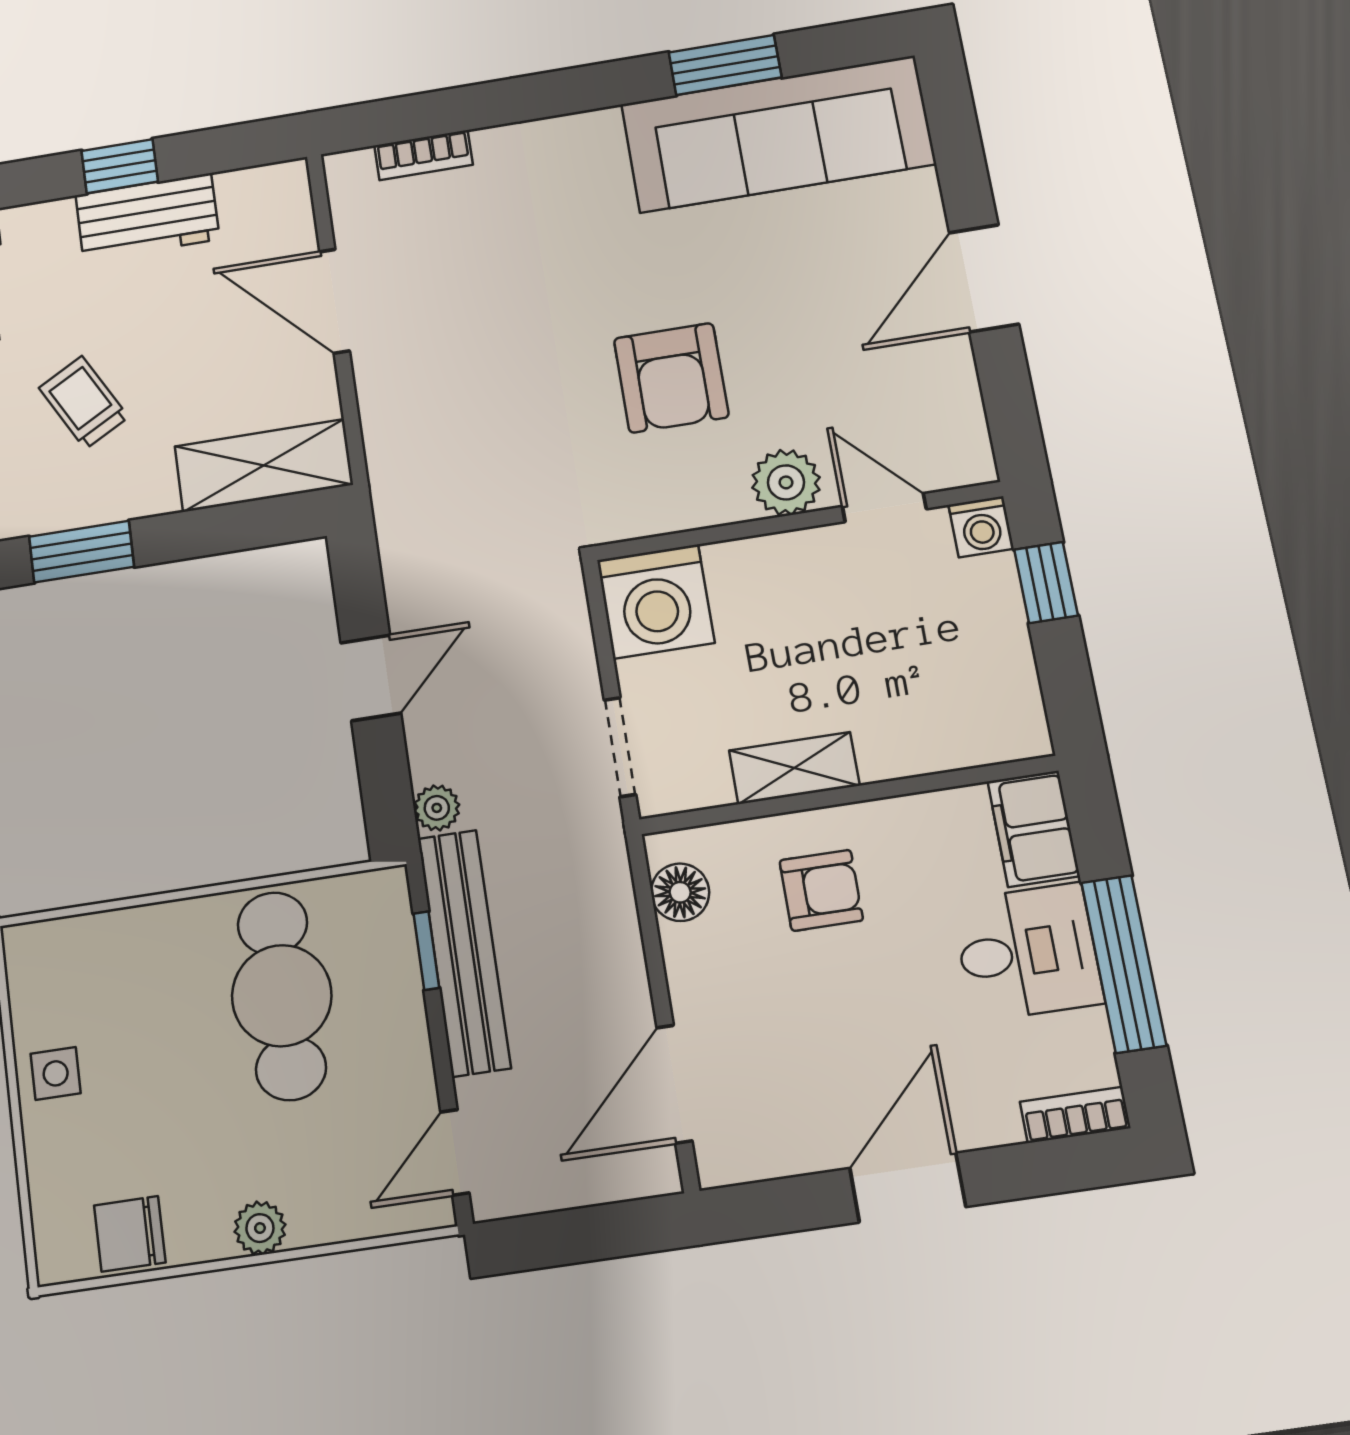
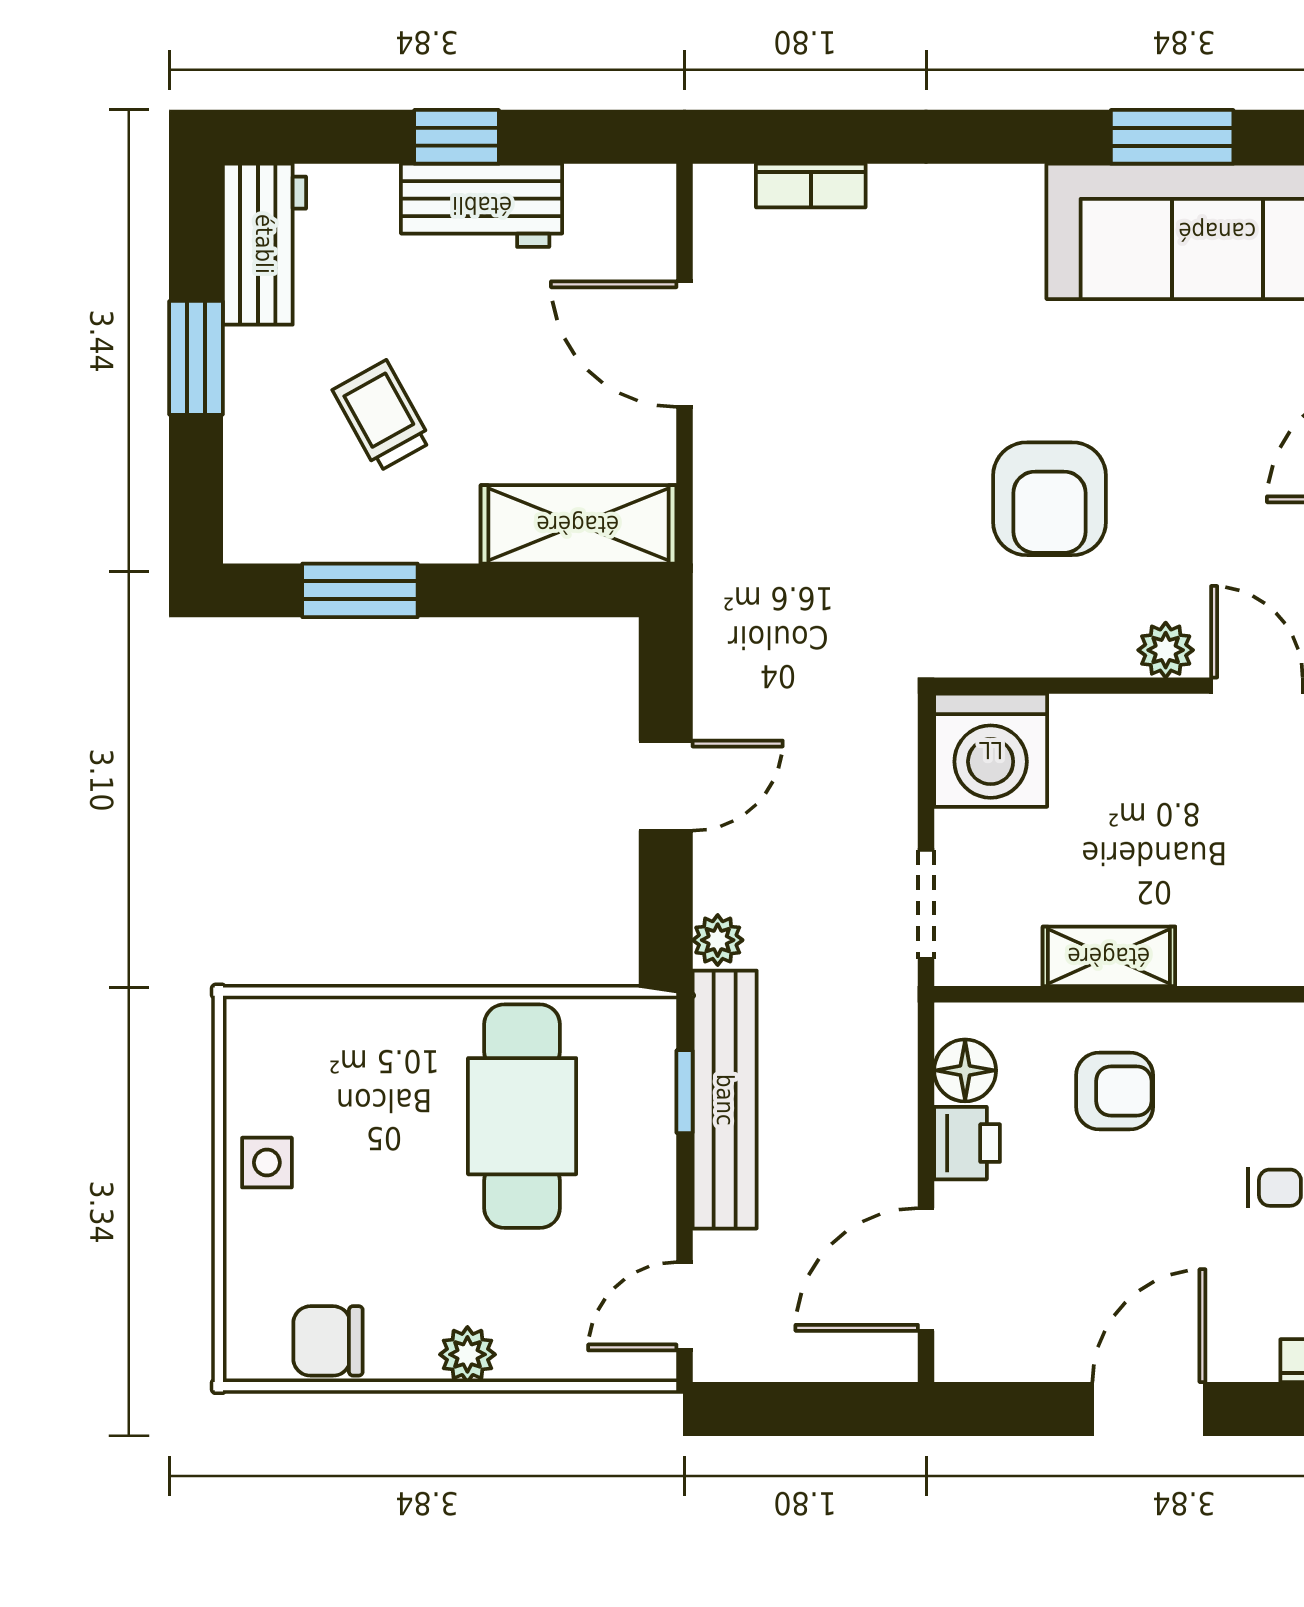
plant: (786, 482) -> (1166, 650), width x0.73, depth x0.73
printer: (693, 959) -> (967, 1143), added

